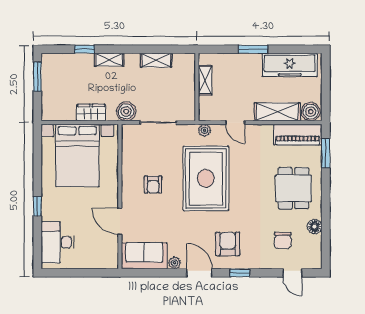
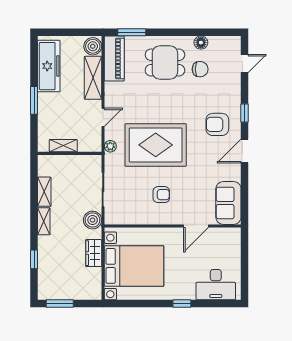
shelving: (109, 60) -> (44, 221), moved
chair: (283, 240) -> (200, 69), moved
plant: (174, 263) -> (235, 175), removed

